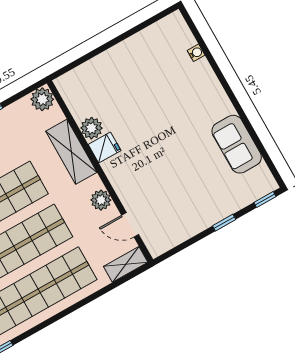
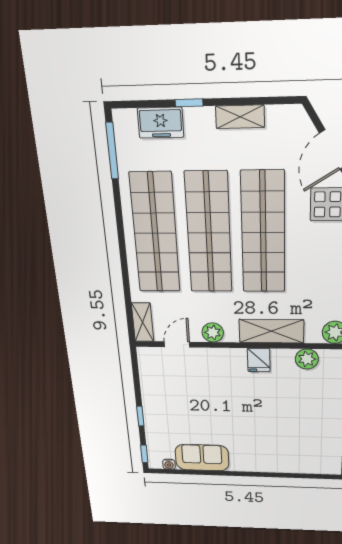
water cooler: (196, 53) -> (169, 464), moved
plant: (91, 128) -> (307, 359), moved

